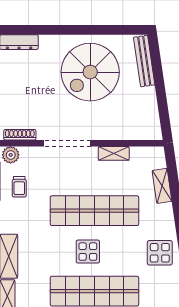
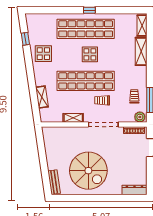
bench: (144, 61) -> (54, 182), width x0.73
spiral stairs: (90, 72) -> (88, 171), turned 90
trolley: (69, 181) -> (102, 100), added

